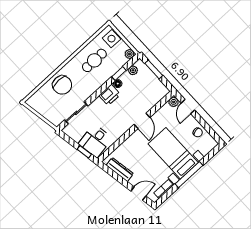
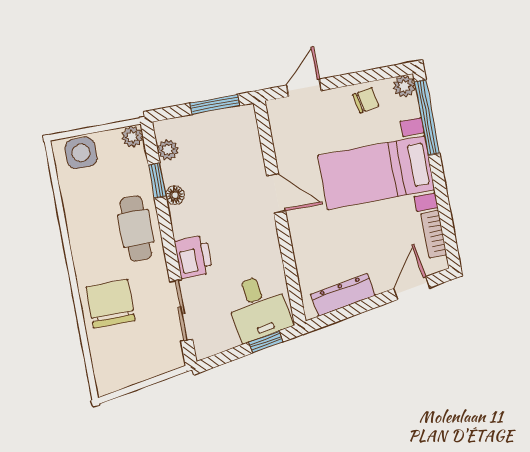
cafe table: (94, 60) -> (136, 228), moved
window: (154, 69) -> (215, 104), moved
chair: (62, 85) -> (111, 304), turned -90
printer: (110, 95) -> (193, 257), moved
plant: (174, 102) -> (404, 86), moved
door: (188, 107) -> (304, 88), swing flipped
window: (189, 175) -> (427, 117), moved

